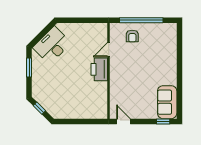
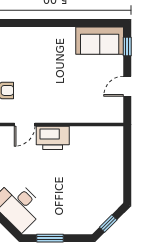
door: (109, 50) -> (25, 125), hinge flipped
door: (124, 121) -> (127, 86), moved

